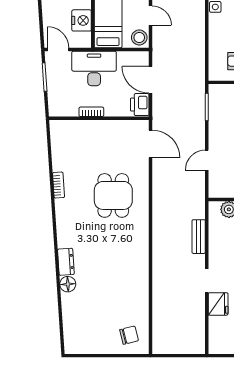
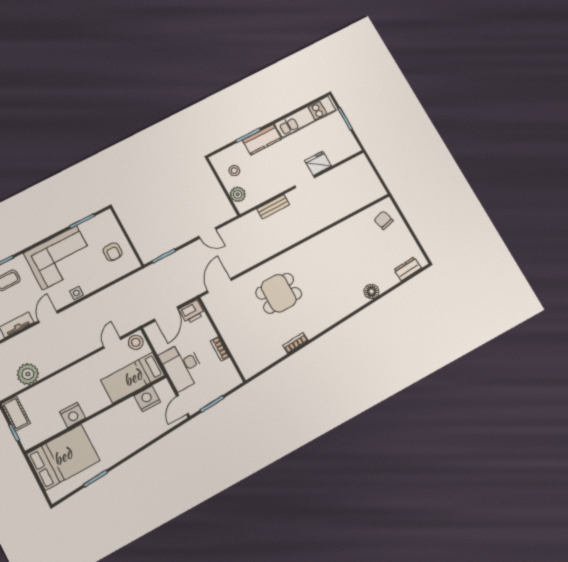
dresser: (66, 262) -> (408, 269), moved

